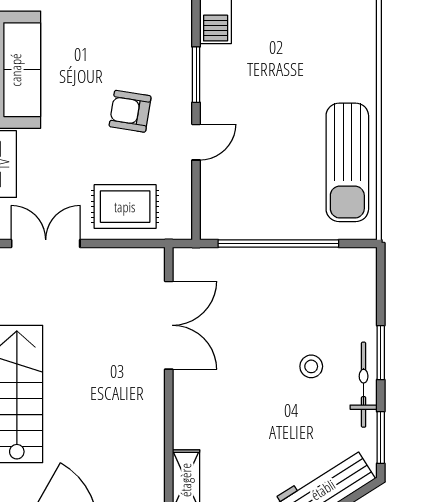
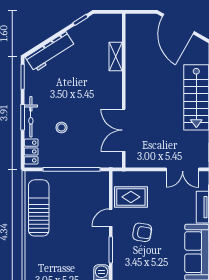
rug: (125, 207) -> (131, 197), moved
locker: (363, 281) -> (31, 151), added
stool: (311, 366) -> (61, 127), moved
bicycle: (364, 385) -> (31, 117), moved

